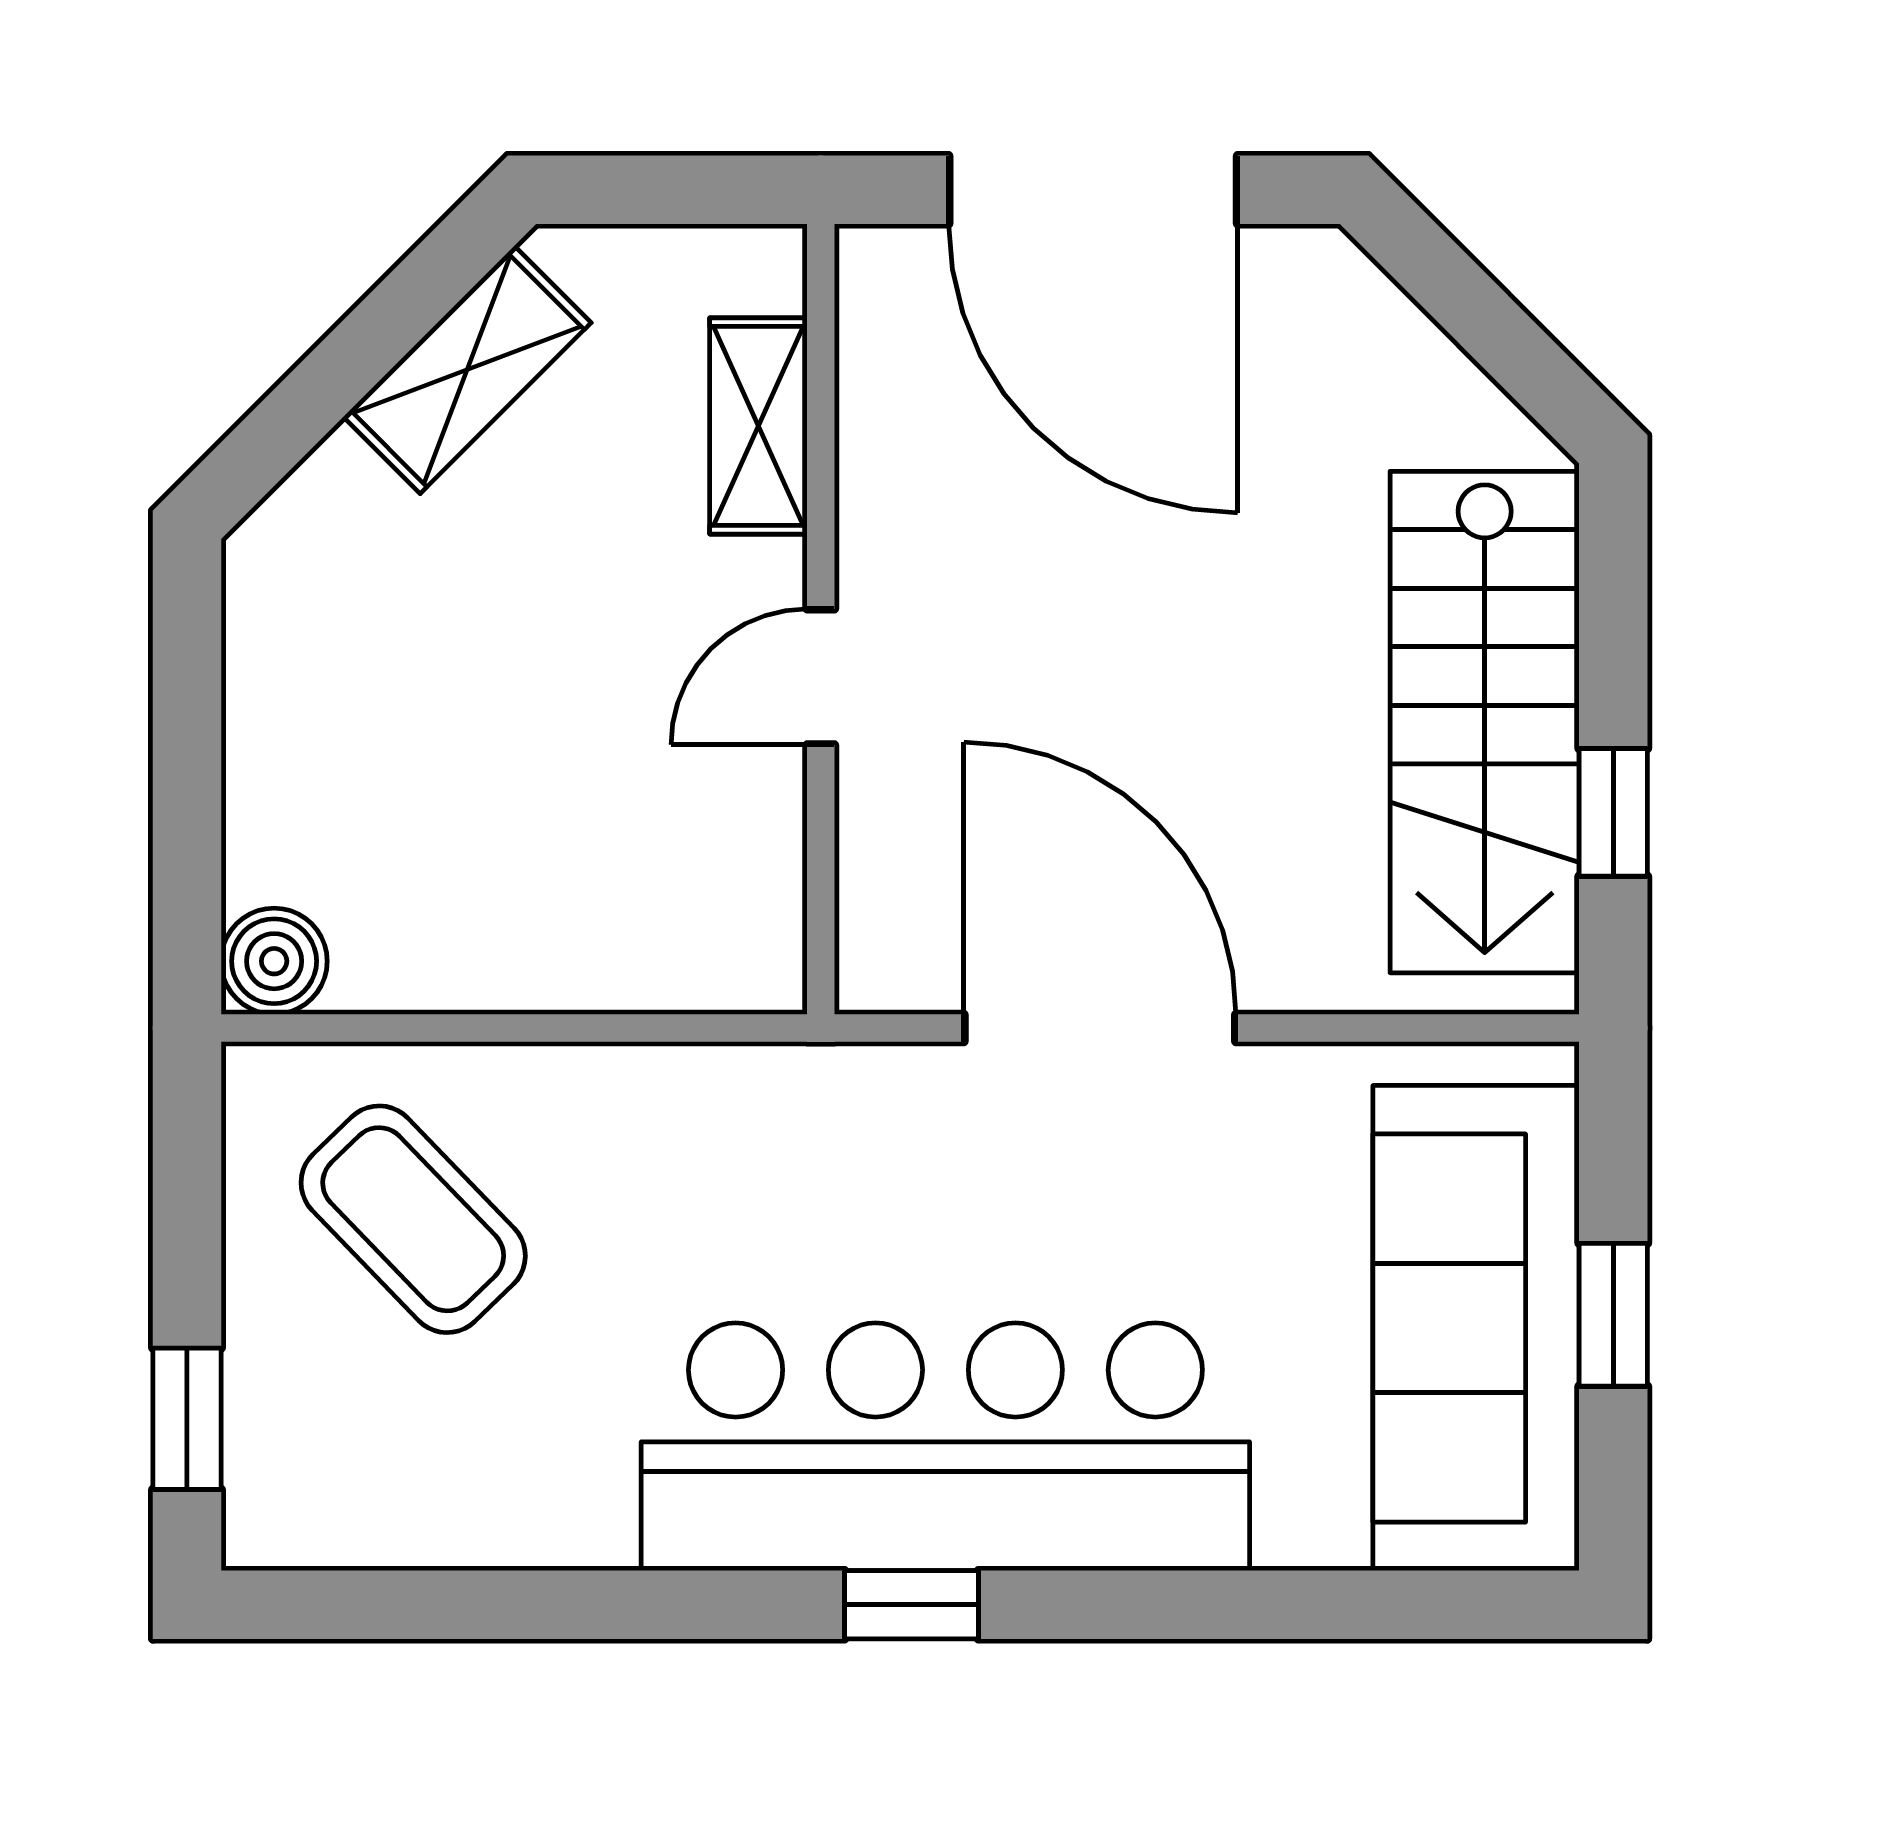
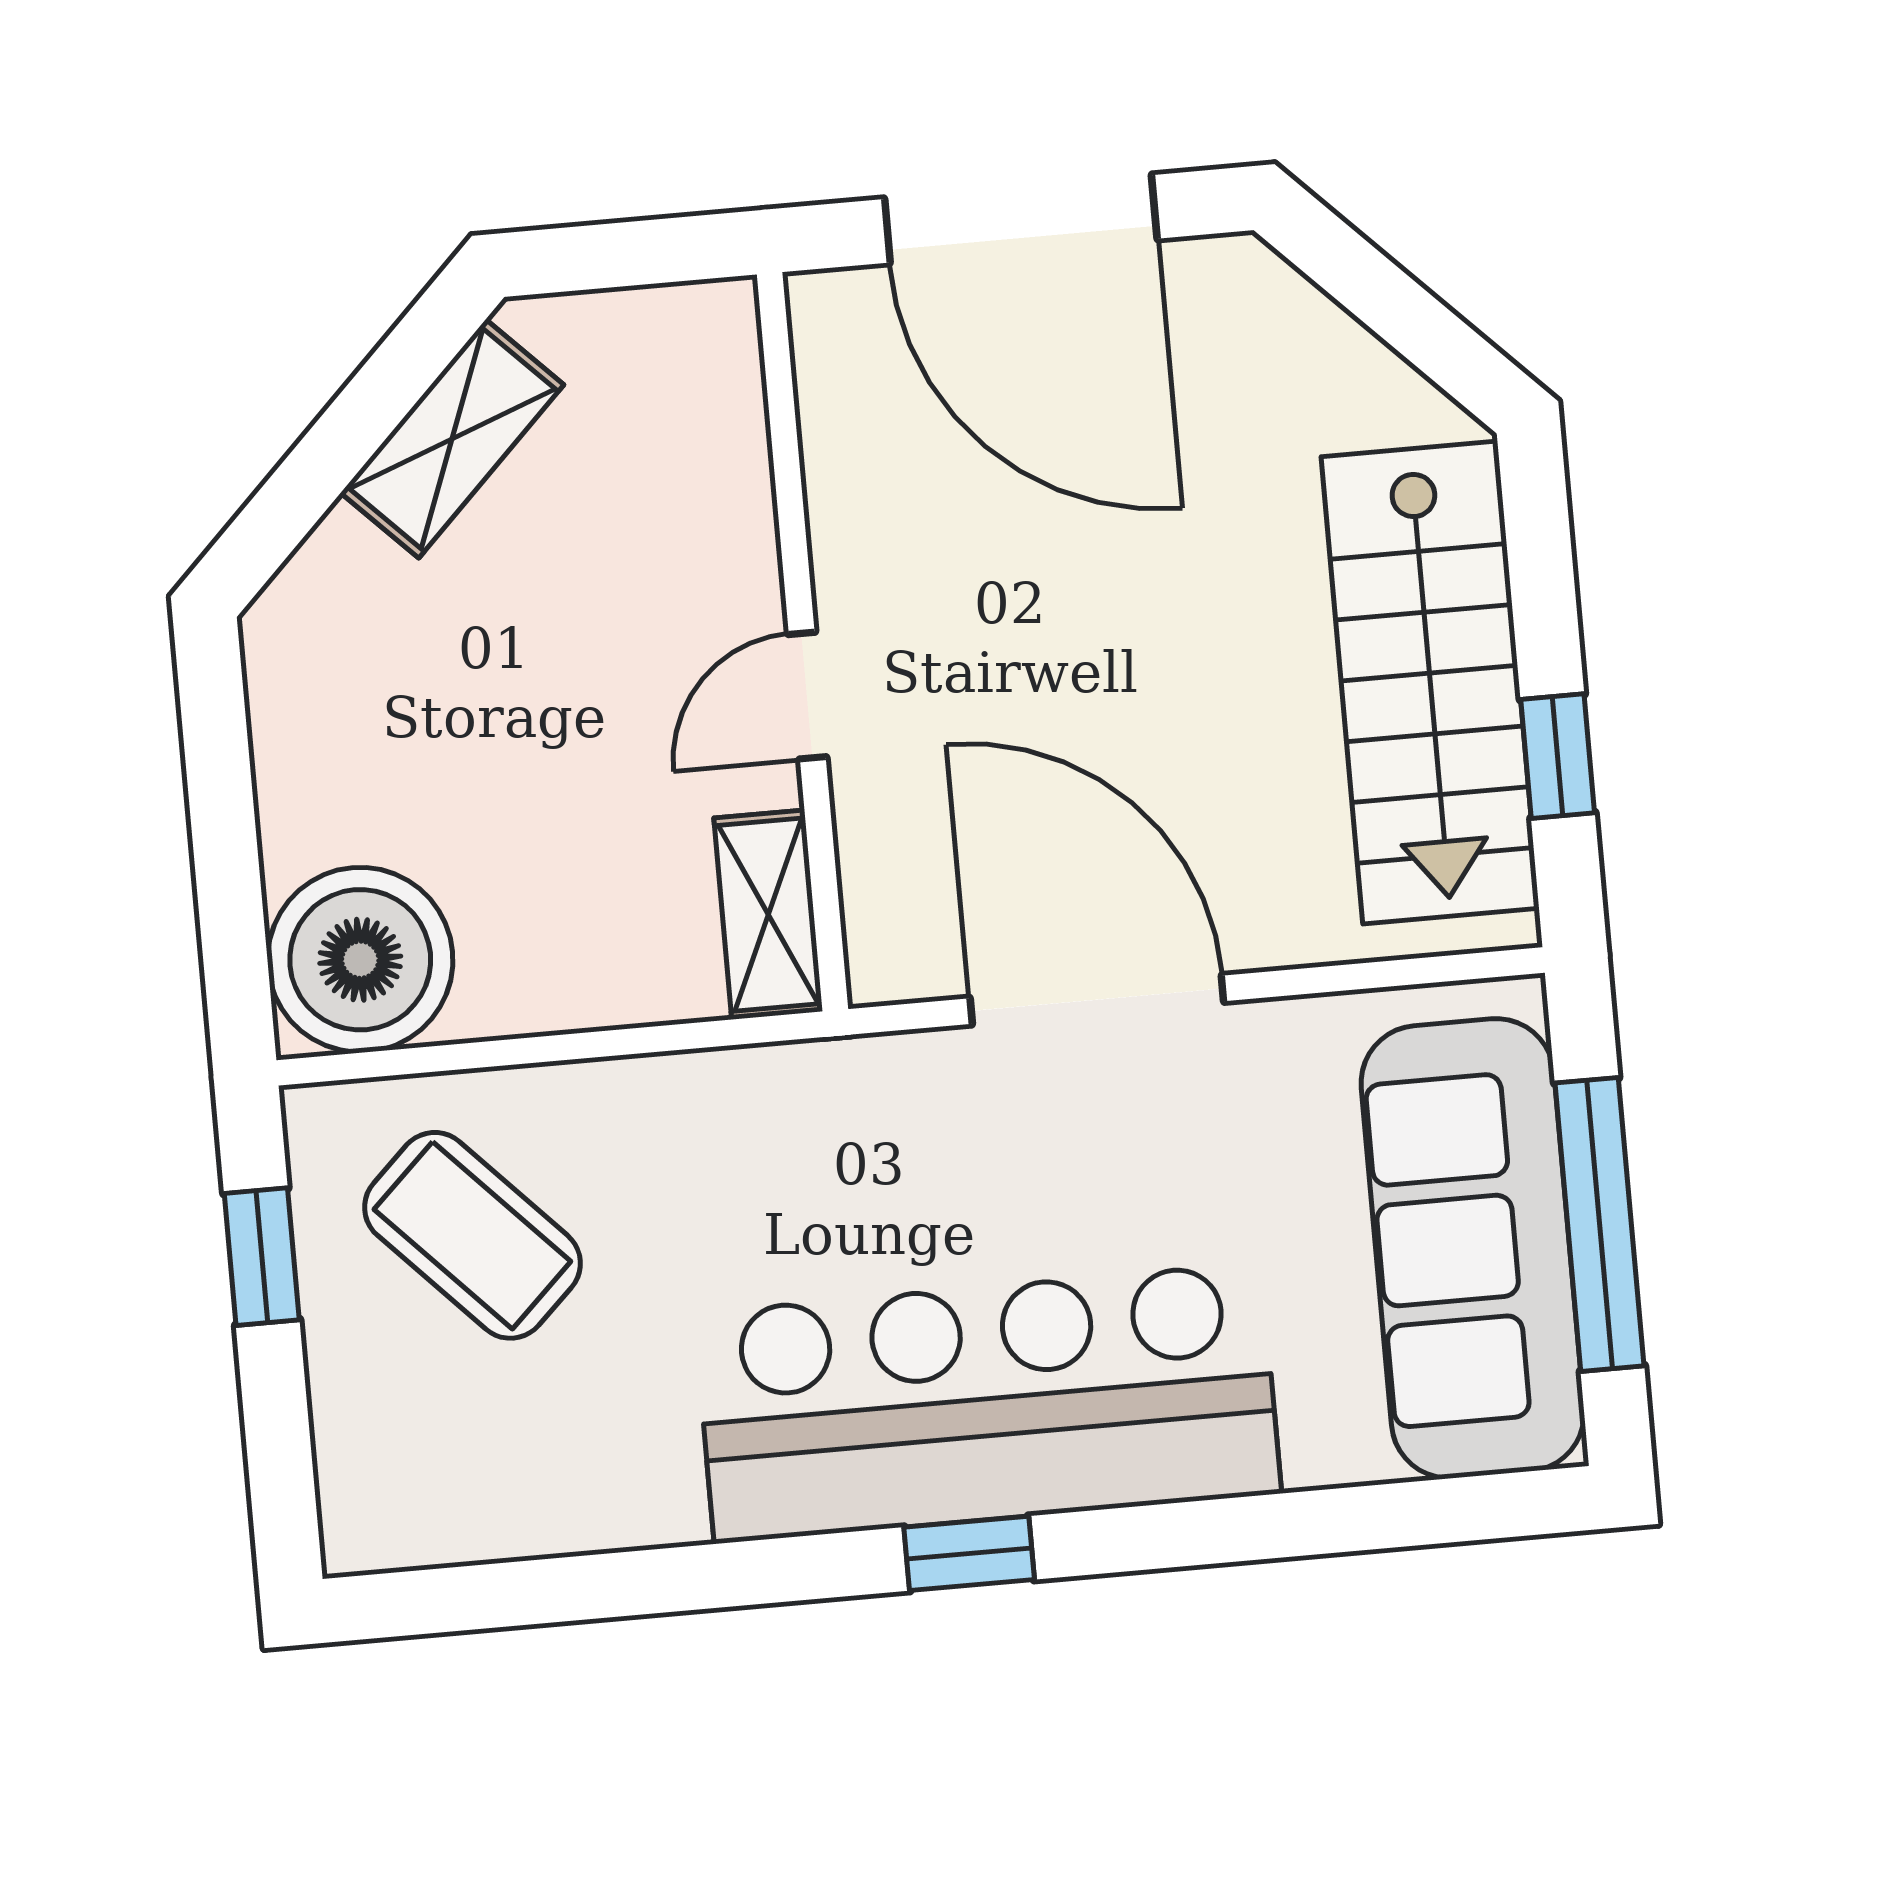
shelving: (758, 426) -> (768, 915), moved
boiler: (274, 961) -> (360, 960), width x1.86, depth x1.86
window: (1613, 1315) -> (1599, 1224), width x2.17
window: (187, 1419) -> (262, 1257), moved

